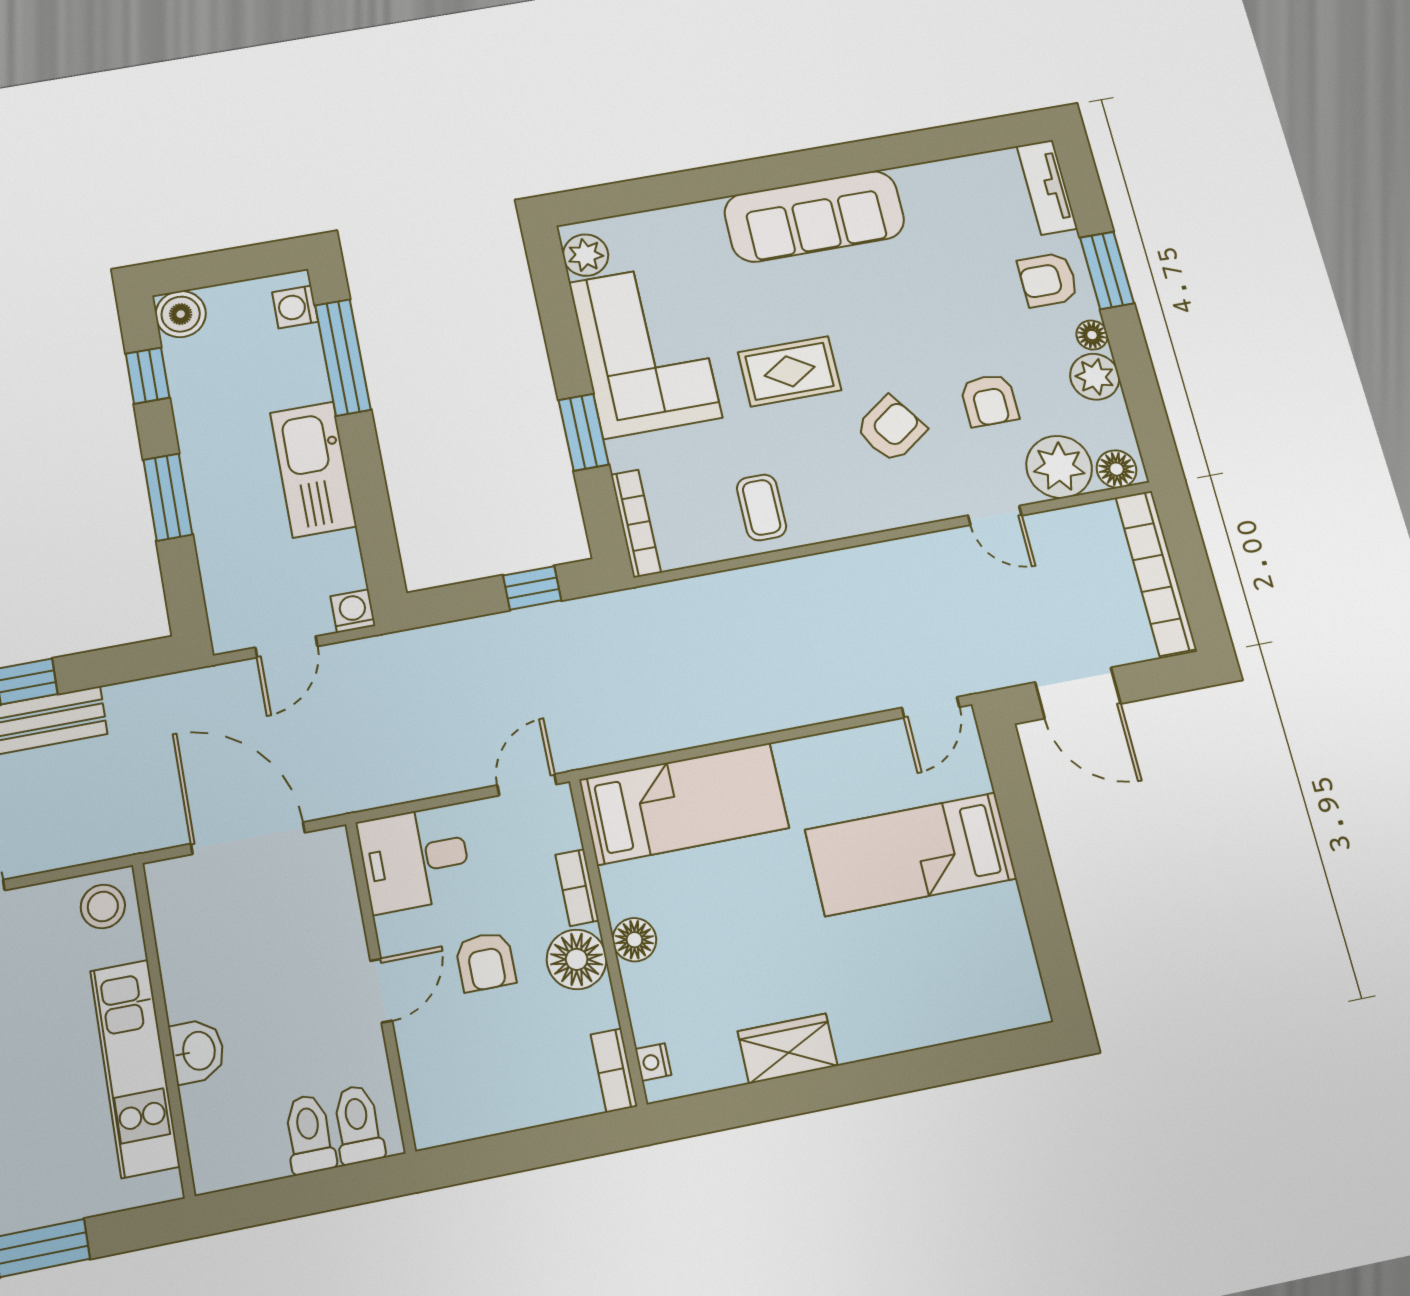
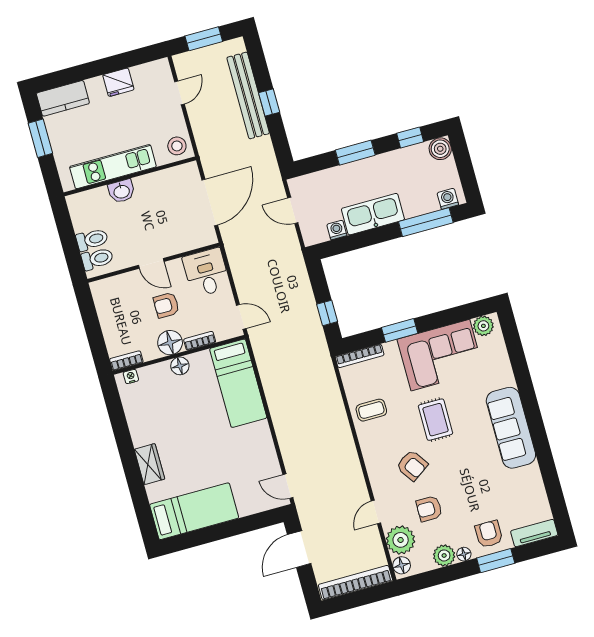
washing machine: (353, 611) -> (337, 230), moved, turned -90
bed: (911, 854) -> (194, 511), moved, turned 90
wardrobe: (788, 1048) -> (149, 464), moved

